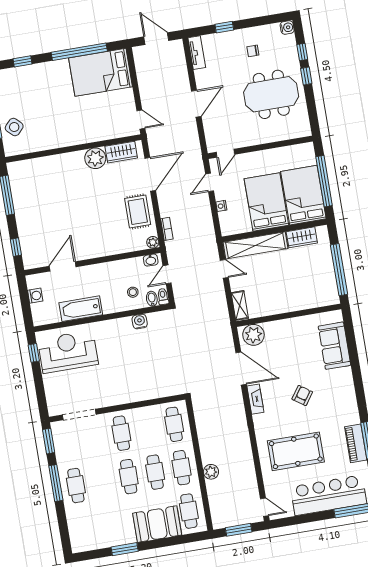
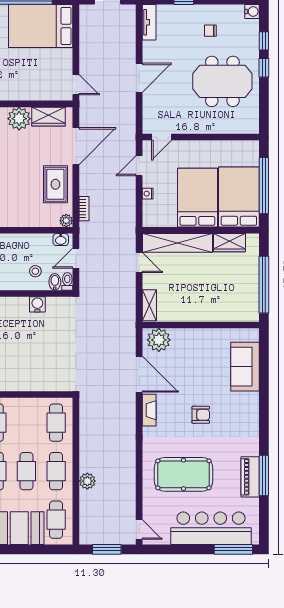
armchair: (302, 395) -> (201, 415), turned 55

